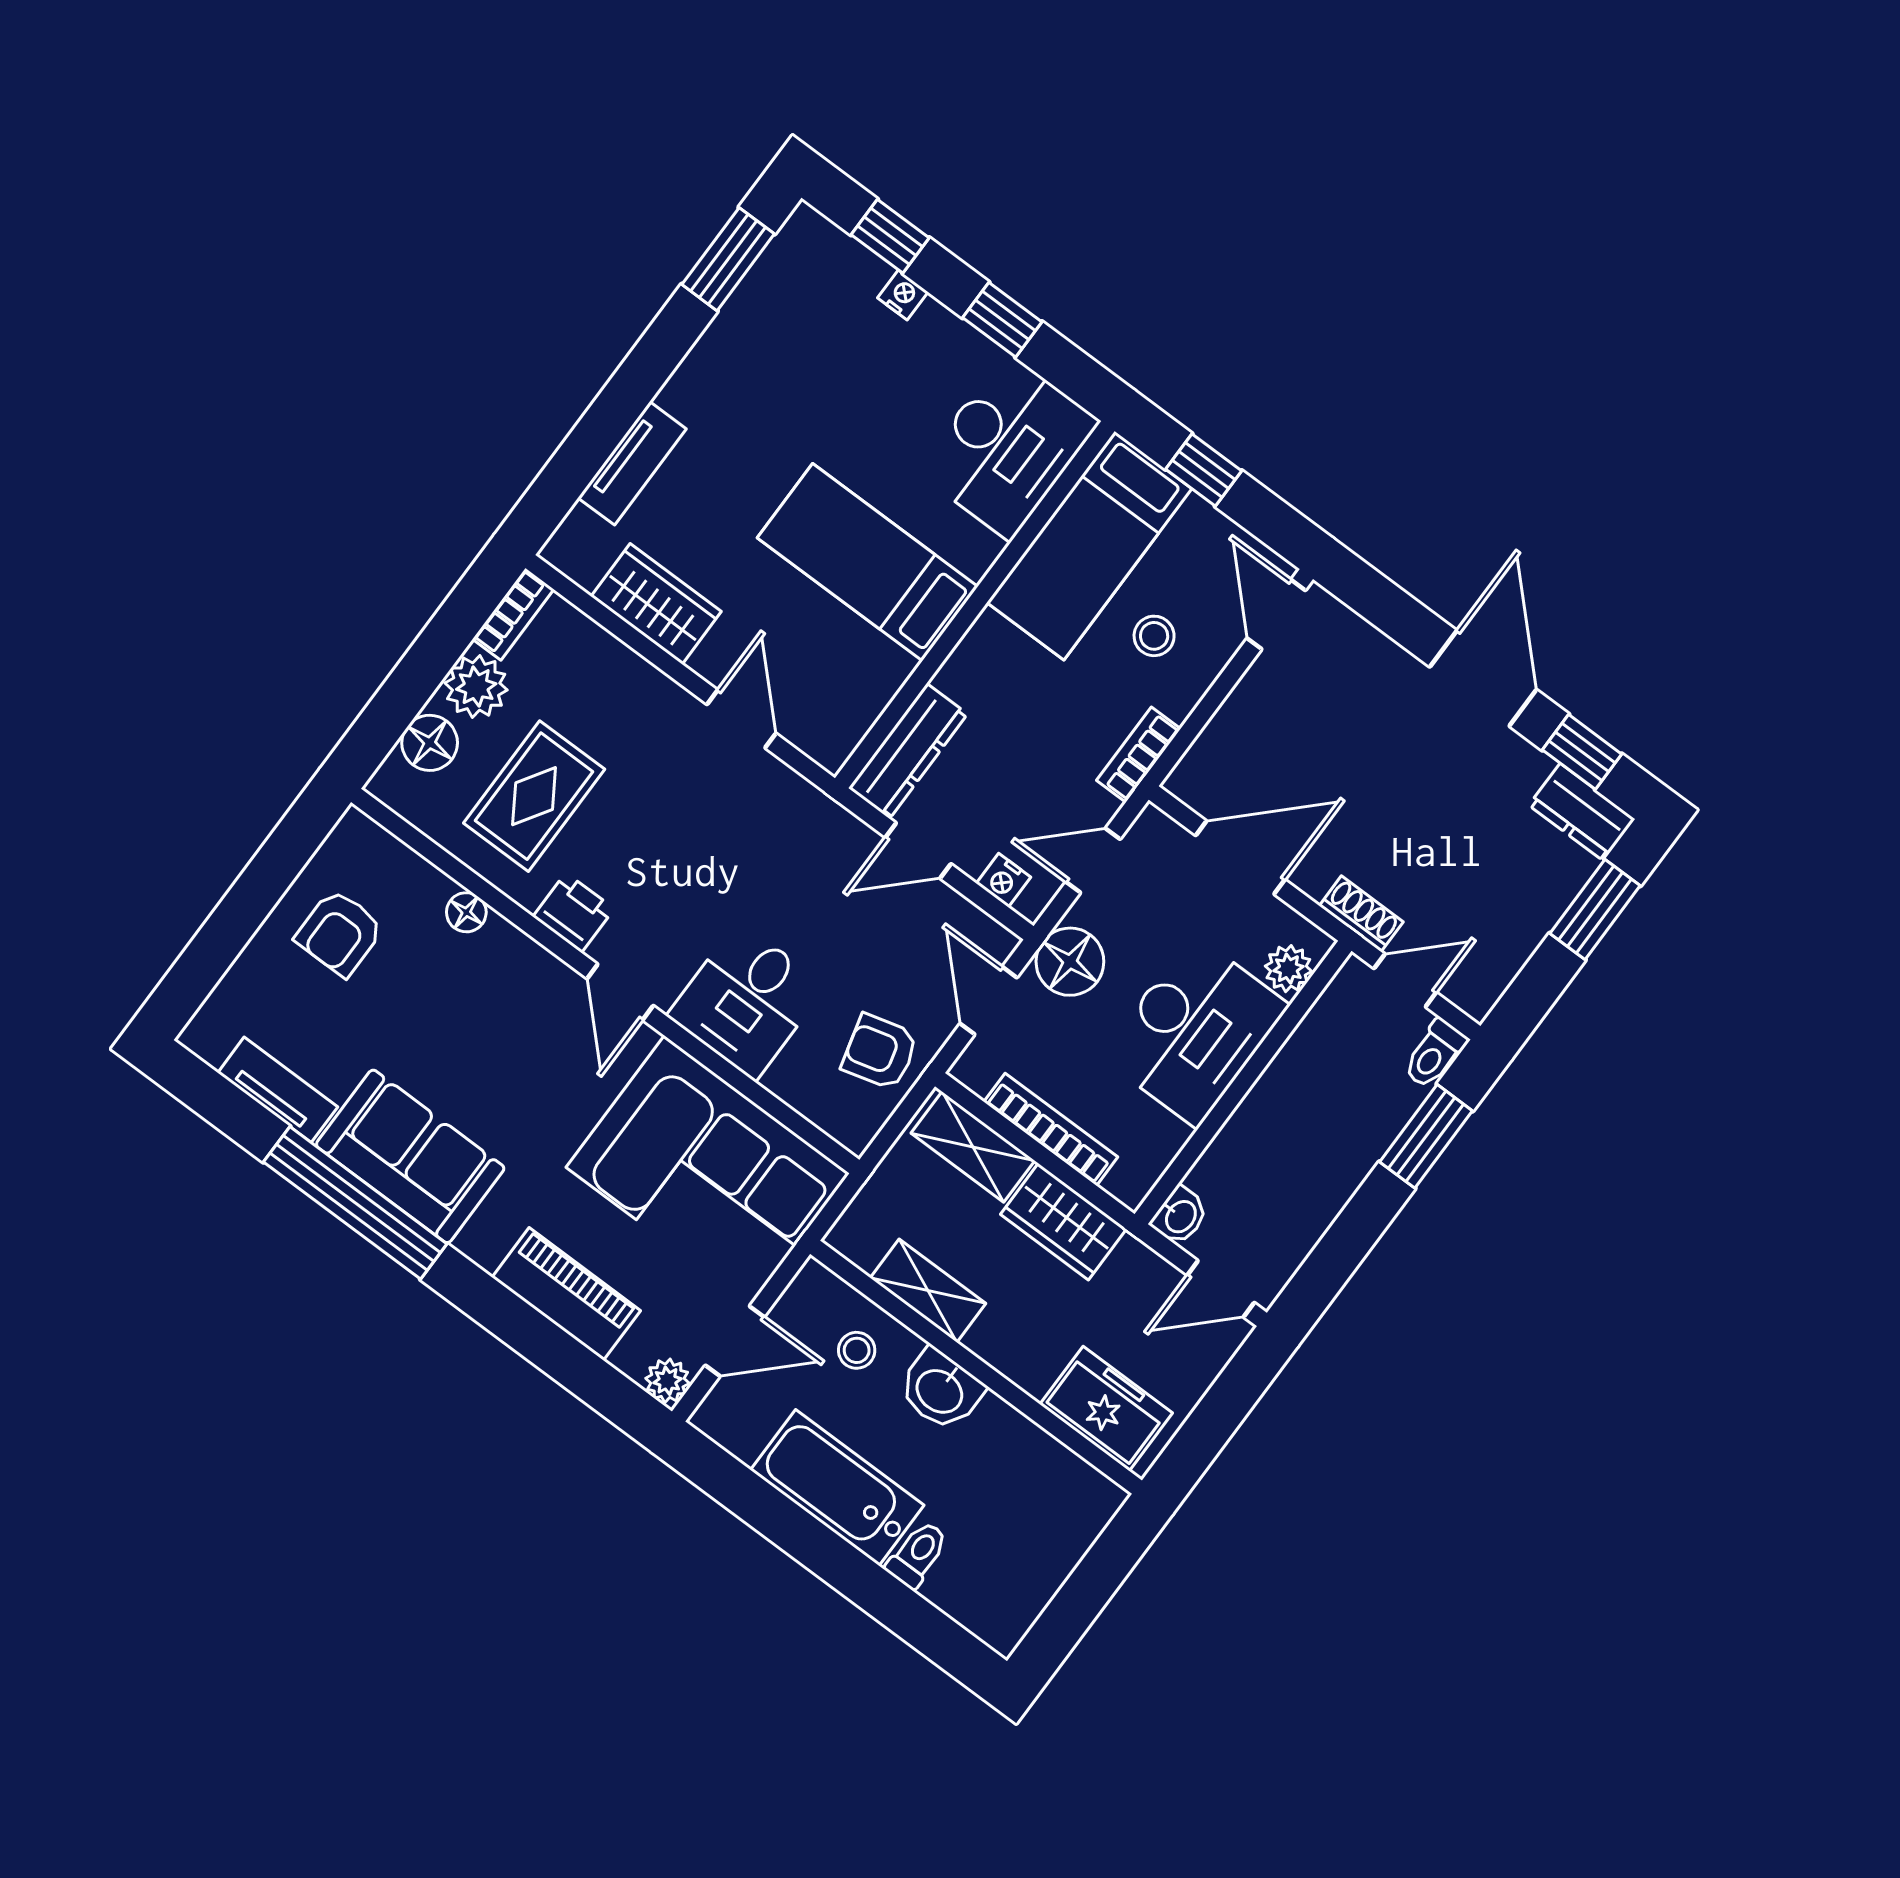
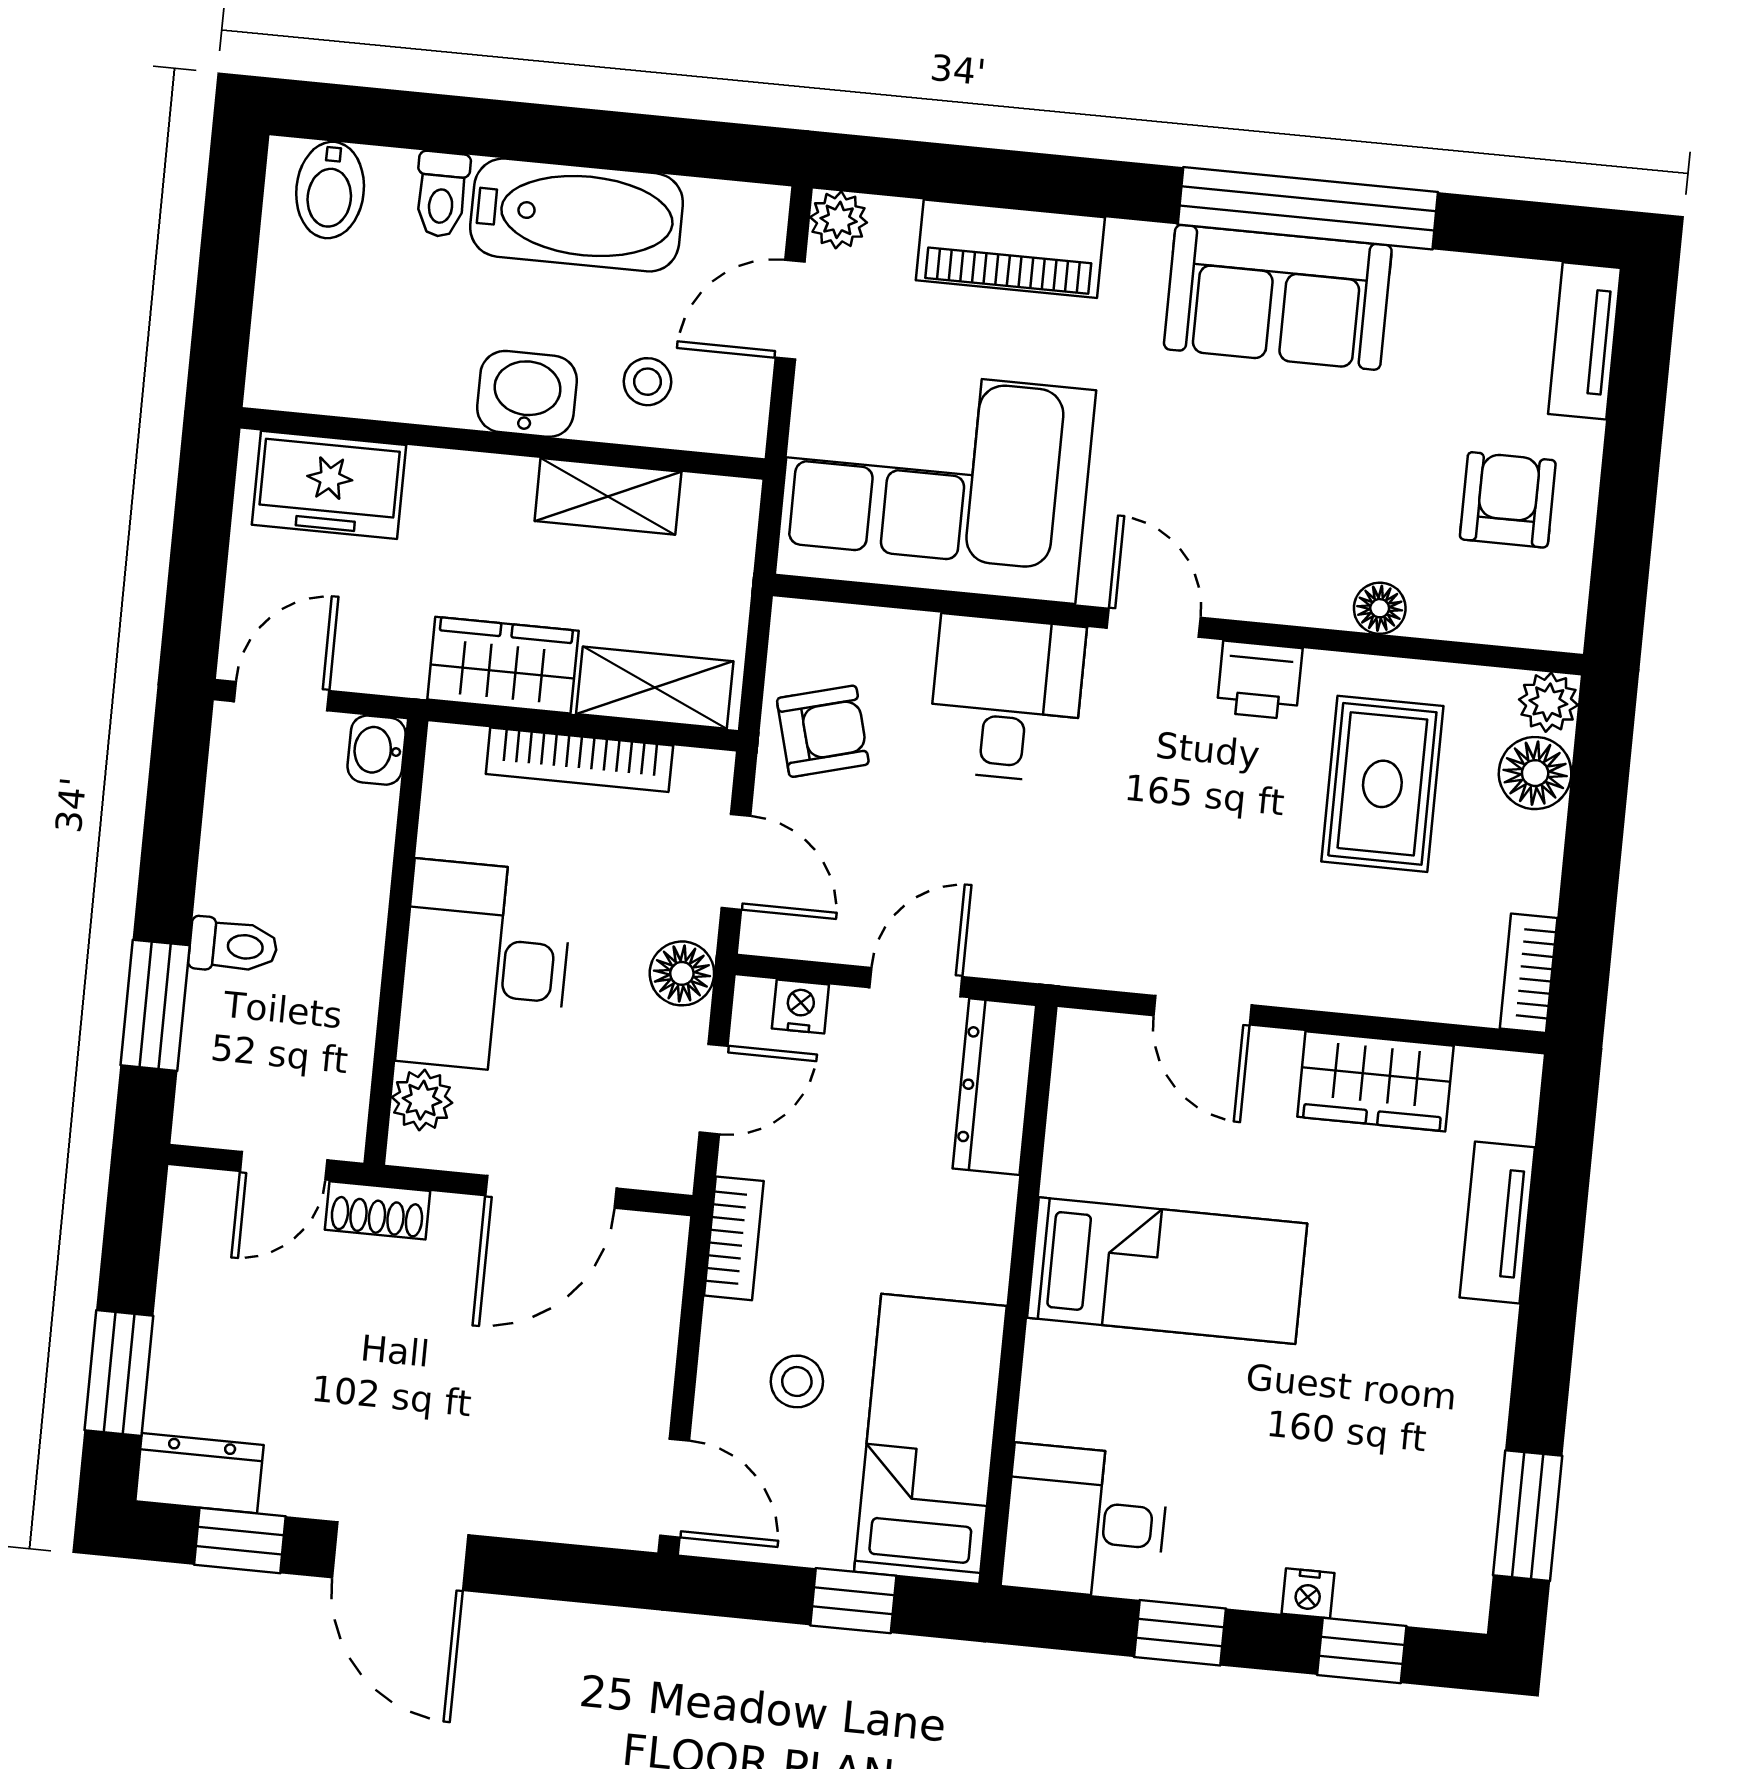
desk: (1008, 446) -> (1086, 1522), width x0.73
plant: (476, 687) -> (1548, 702), moved, width x0.73, depth x0.73
floor lamp: (1070, 962) -> (682, 973), width x0.73, depth x0.73
toilet: (1435, 1054) -> (233, 946), moved, turned 90
tv unit: (278, 1090) -> (1585, 341), moved, turned 90
bidet: (989, 1601) -> (330, 190), added

